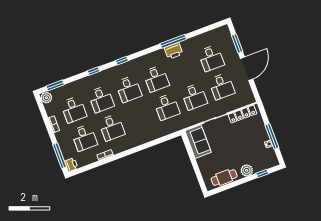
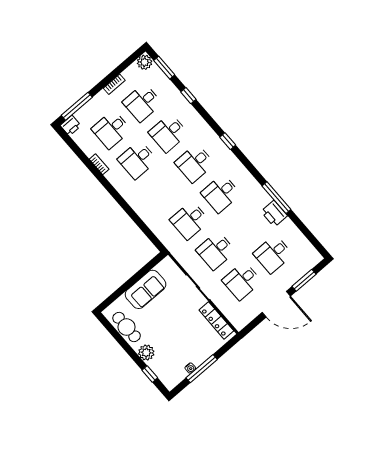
printer: (174, 51) -> (274, 214), moved
window: (94, 71) -> (188, 96), moved
sofa: (198, 142) -> (146, 289), moved

